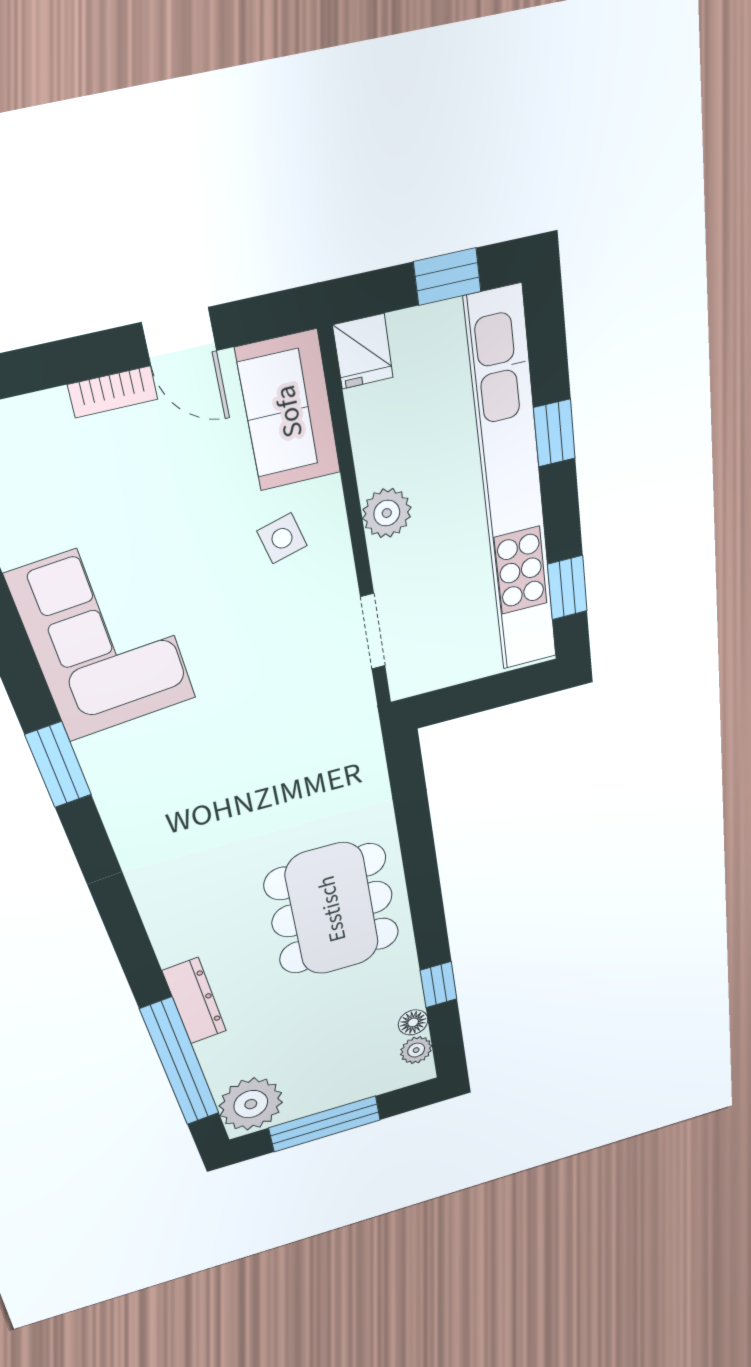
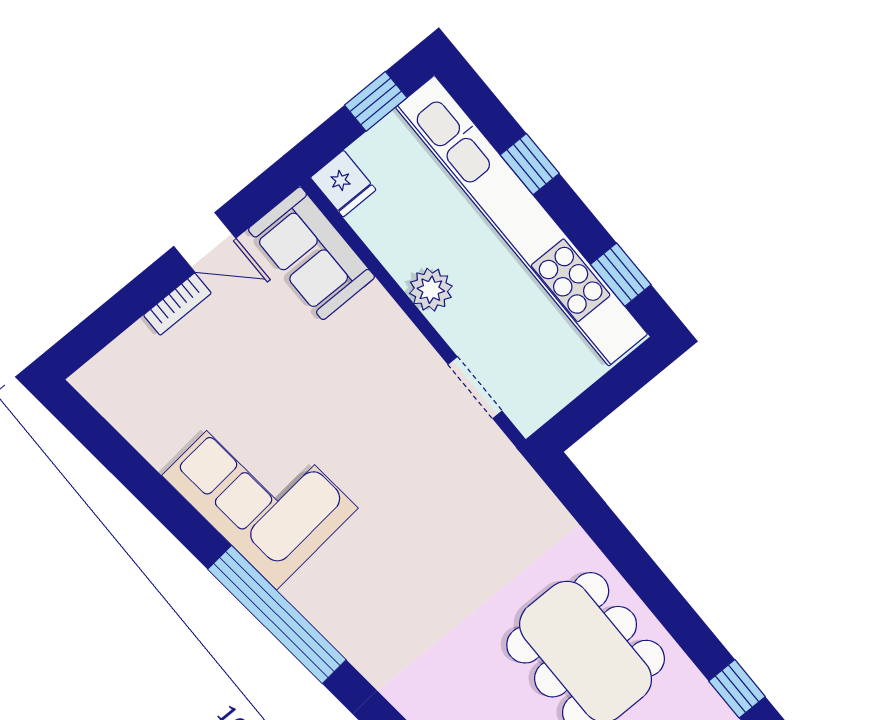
side table: (282, 538) -> (359, 349), removed
window: (58, 765) -> (277, 615), width x2.11

